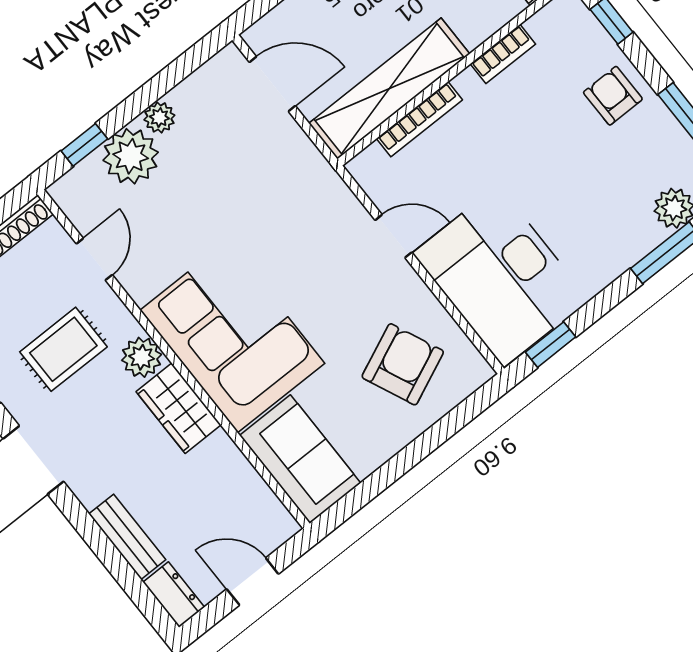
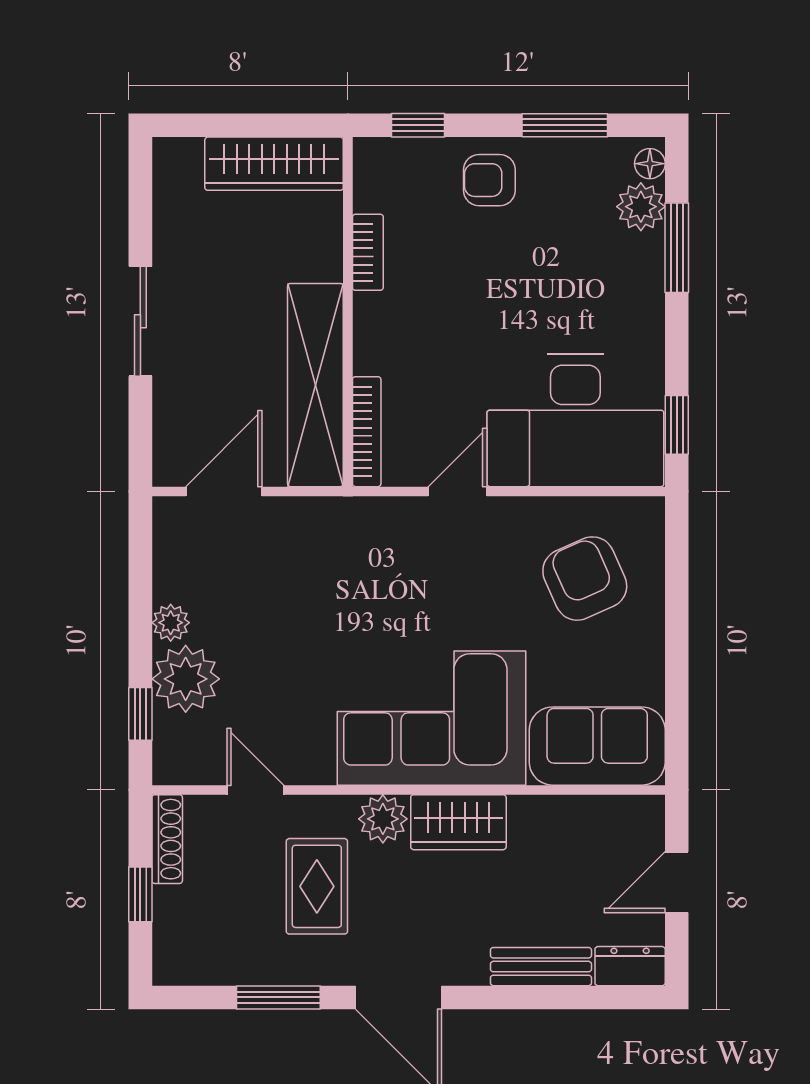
bookcase: (419, 119) -> (367, 432), moved

